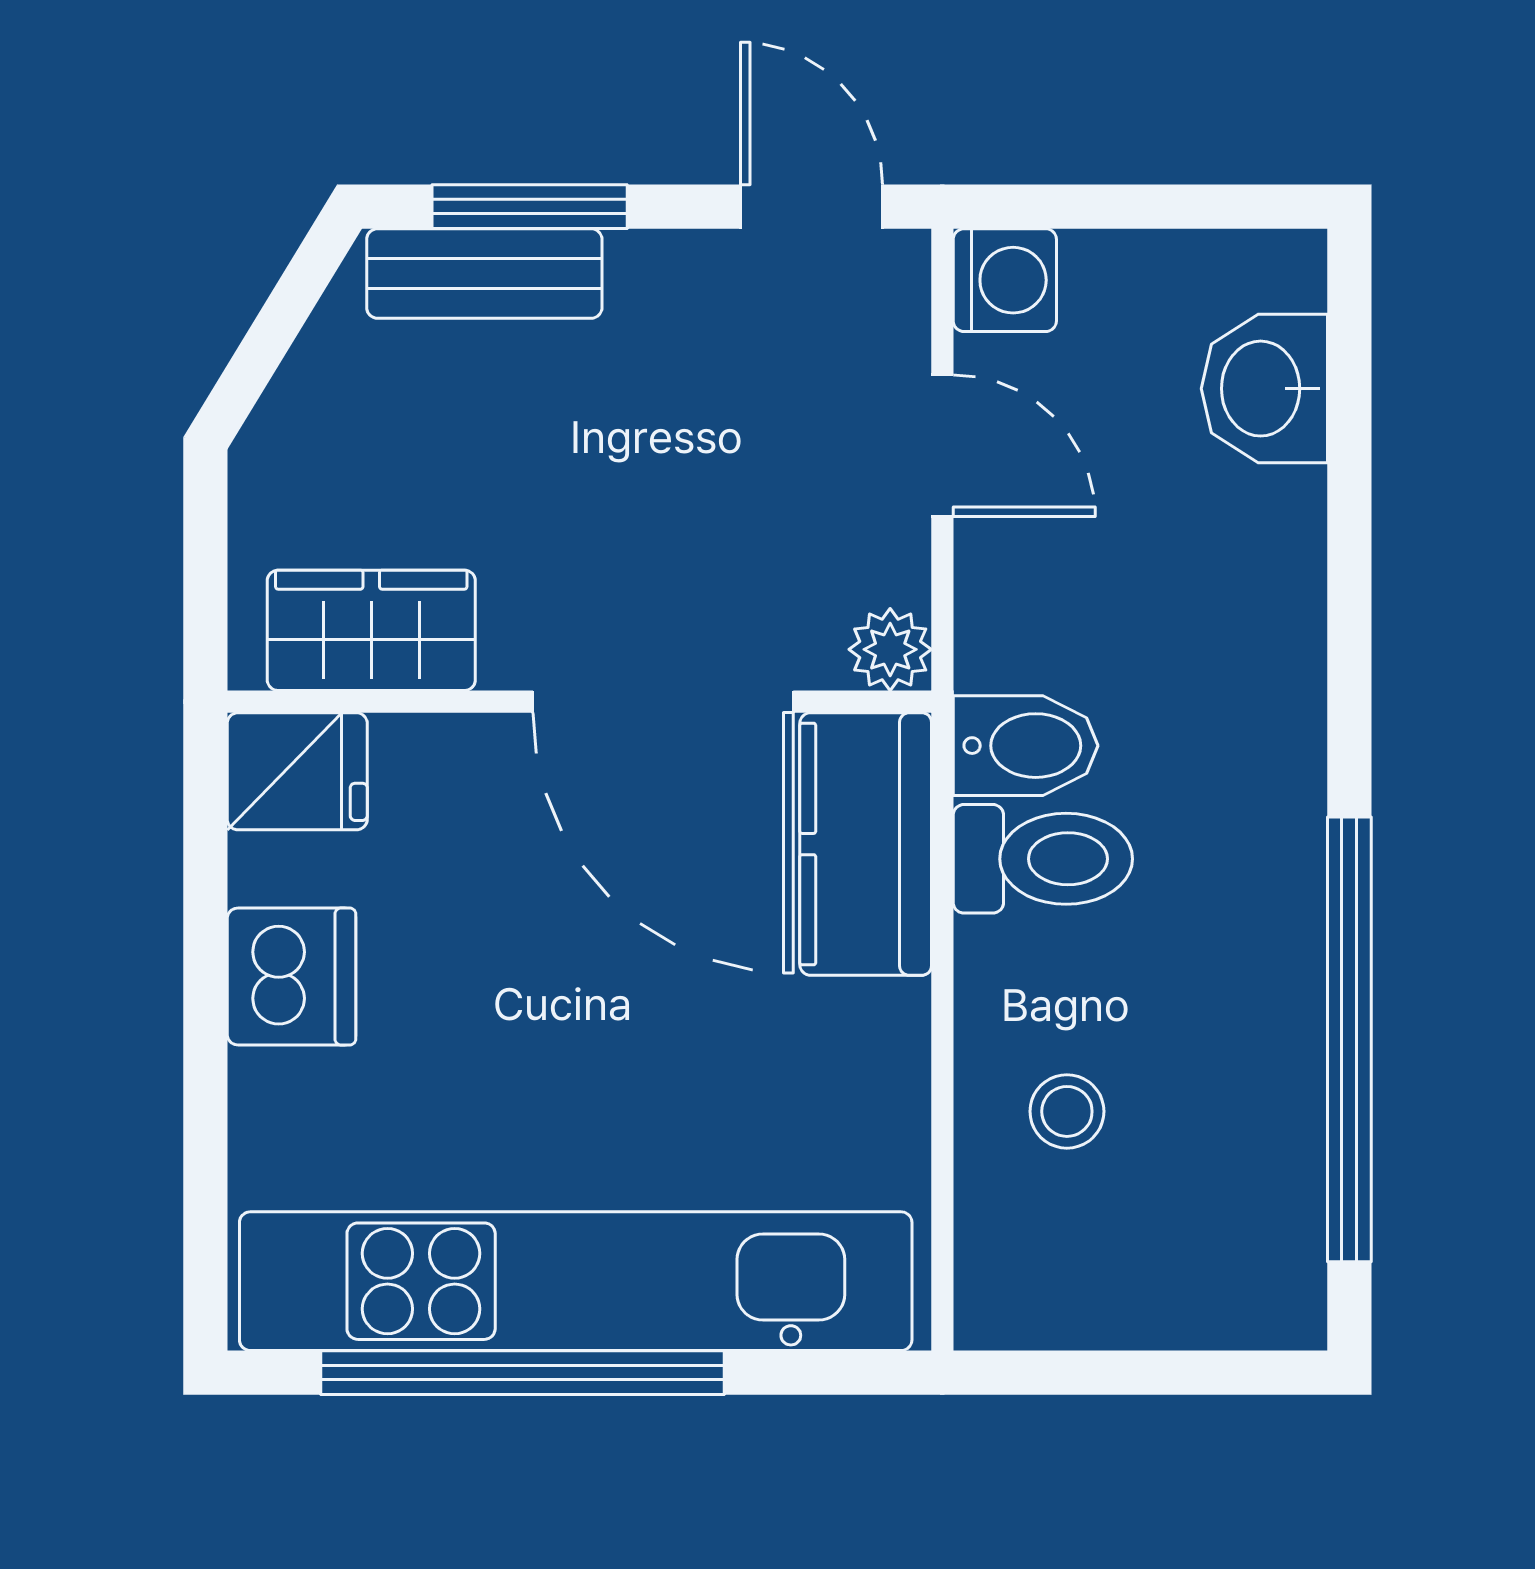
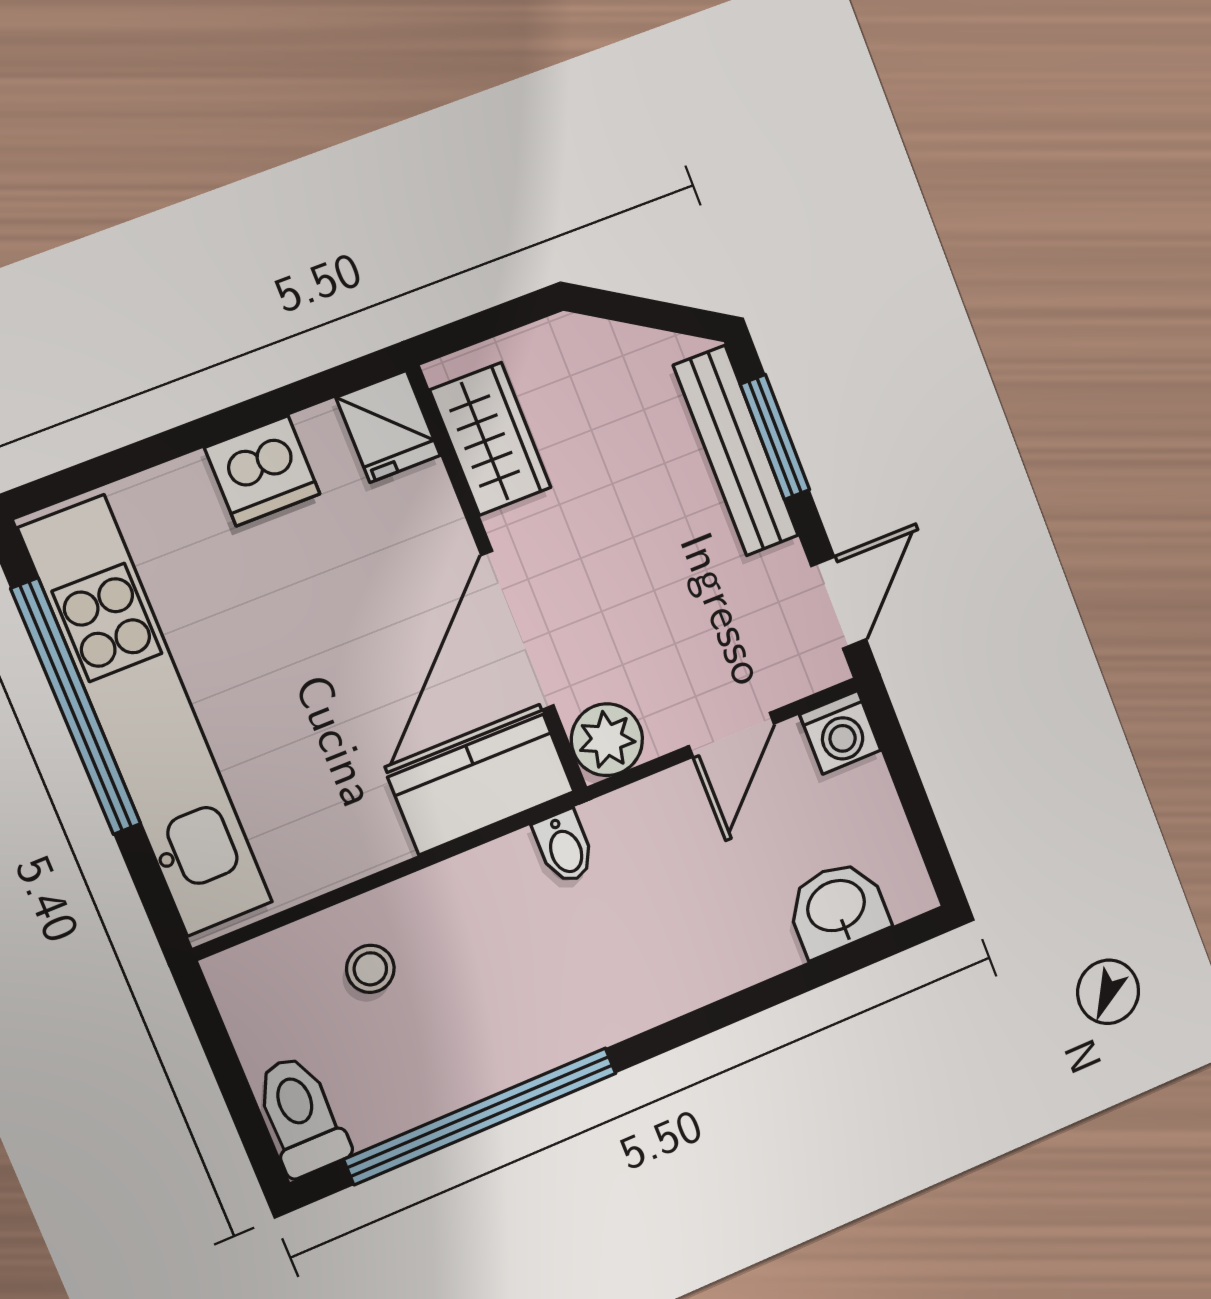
bench: (484, 273) -> (736, 451), width x1.36
plant: (890, 649) -> (607, 740), width x1.38, depth x1.38
bidet: (1026, 746) -> (564, 847), width x0.72, depth x0.74
toilet: (1043, 859) -> (301, 1116), moved, turned 180

